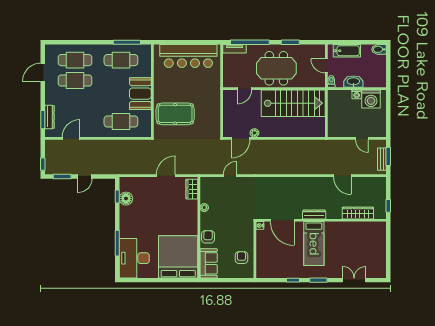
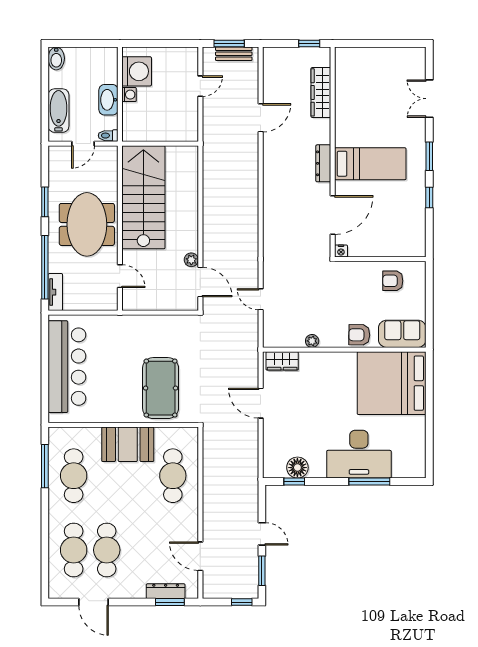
desk: (134, 258) -> (359, 454), moved

